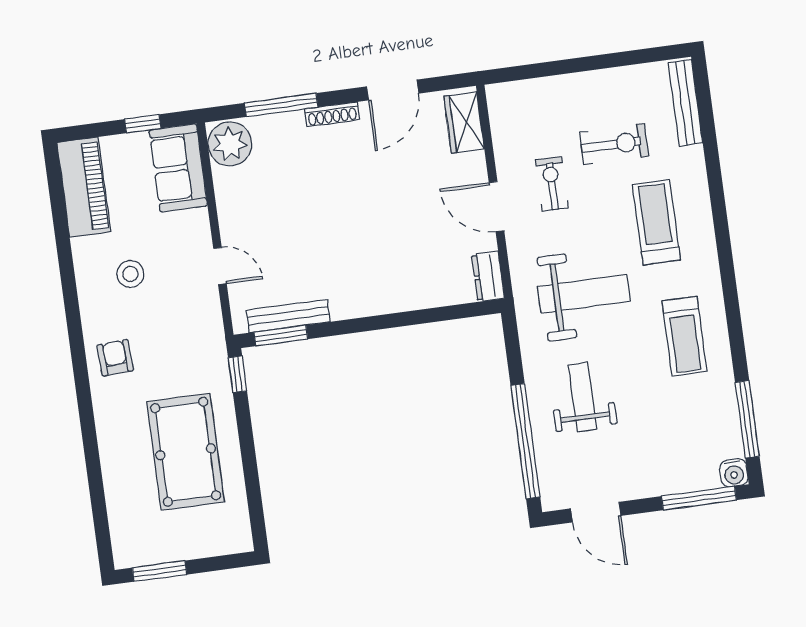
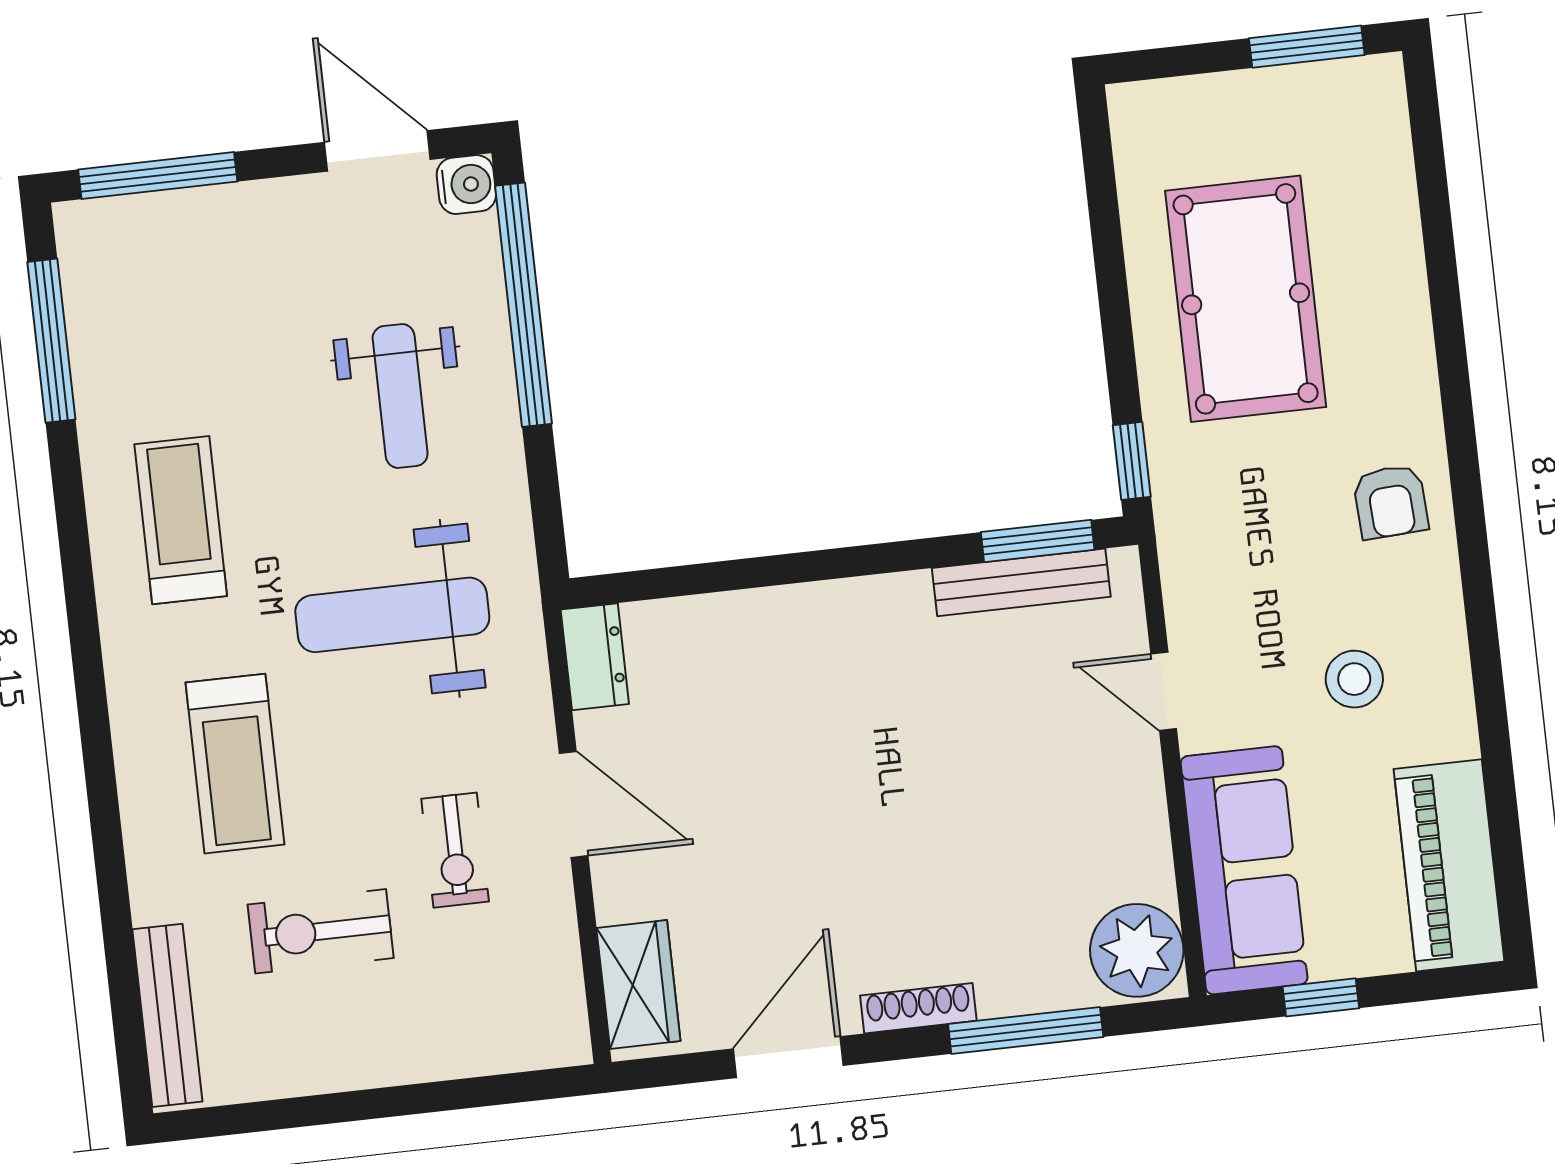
sofa: (178, 168) -> (1244, 870), width x1.36
water cooler: (734, 473) -> (466, 185), moved, turned 90

